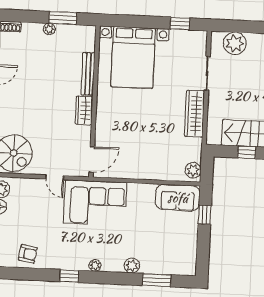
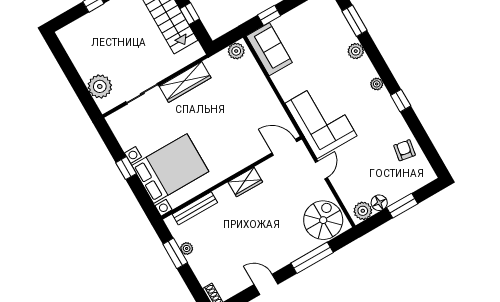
window: (180, 24) -> (126, 168), moved
plant: (49, 29) -> (187, 248), moved
bench: (88, 74) -> (195, 208), moved

